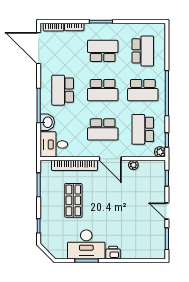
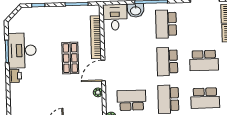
school desk: (103, 51) -> (204, 60), turned 90
school desk: (63, 90) -> (166, 24), turned -90
school desk: (103, 129) -> (130, 63), removed
shop shelf: (73, 200) -> (70, 58), moved, turned 90

